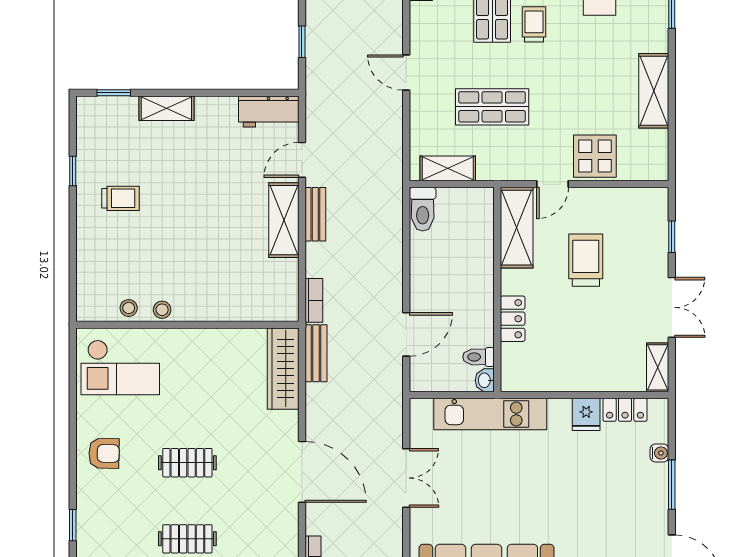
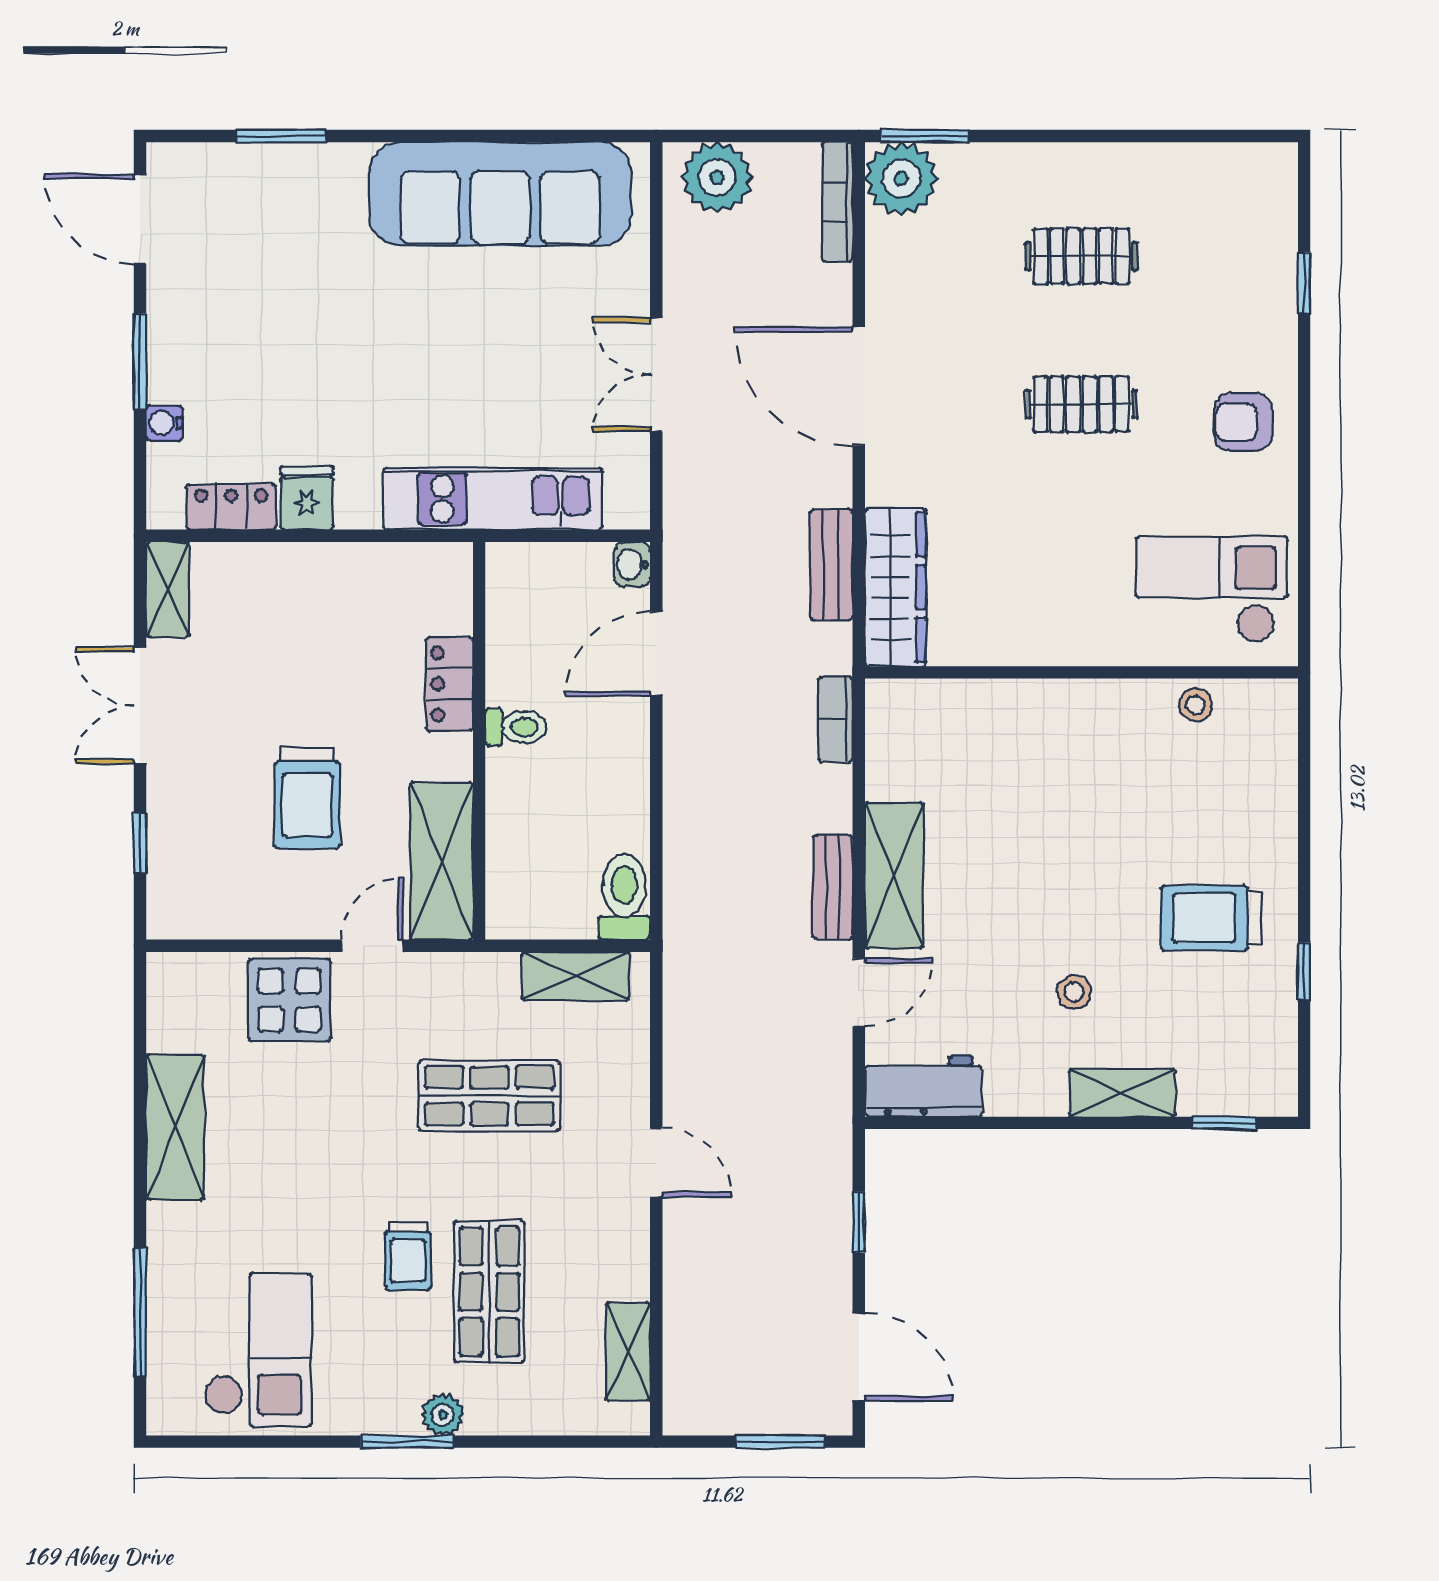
trolley: (120, 198) -> (1211, 918), width x1.36, depth x1.39
stool: (162, 310) -> (1074, 992), moved
bench: (316, 353) -> (831, 565), moved
toilet: (478, 357) -> (516, 727), moved
washbasin: (485, 380) -> (632, 564), moved, turned 180

